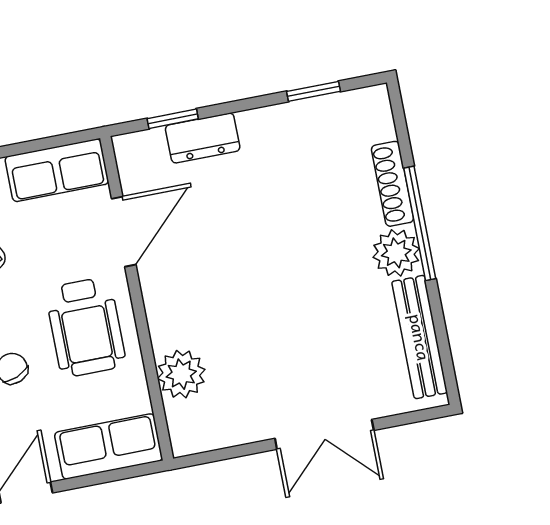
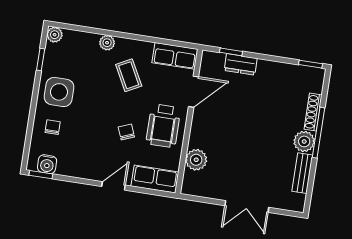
window: (314, 91) -> (310, 64), moved
bench: (420, 337) -> (302, 173), width x0.73

